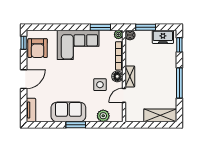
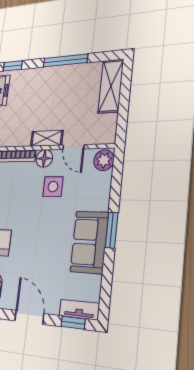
window: (24, 107) -> (73, 323), added
plant: (103, 116) -> (104, 160), moved

